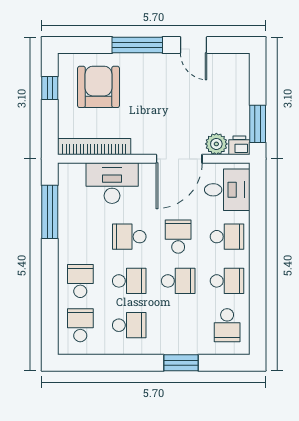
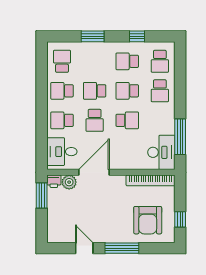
desk: (112, 183) -> (161, 152), moved, turned -90
window: (115, 363) -> (137, 36), added

